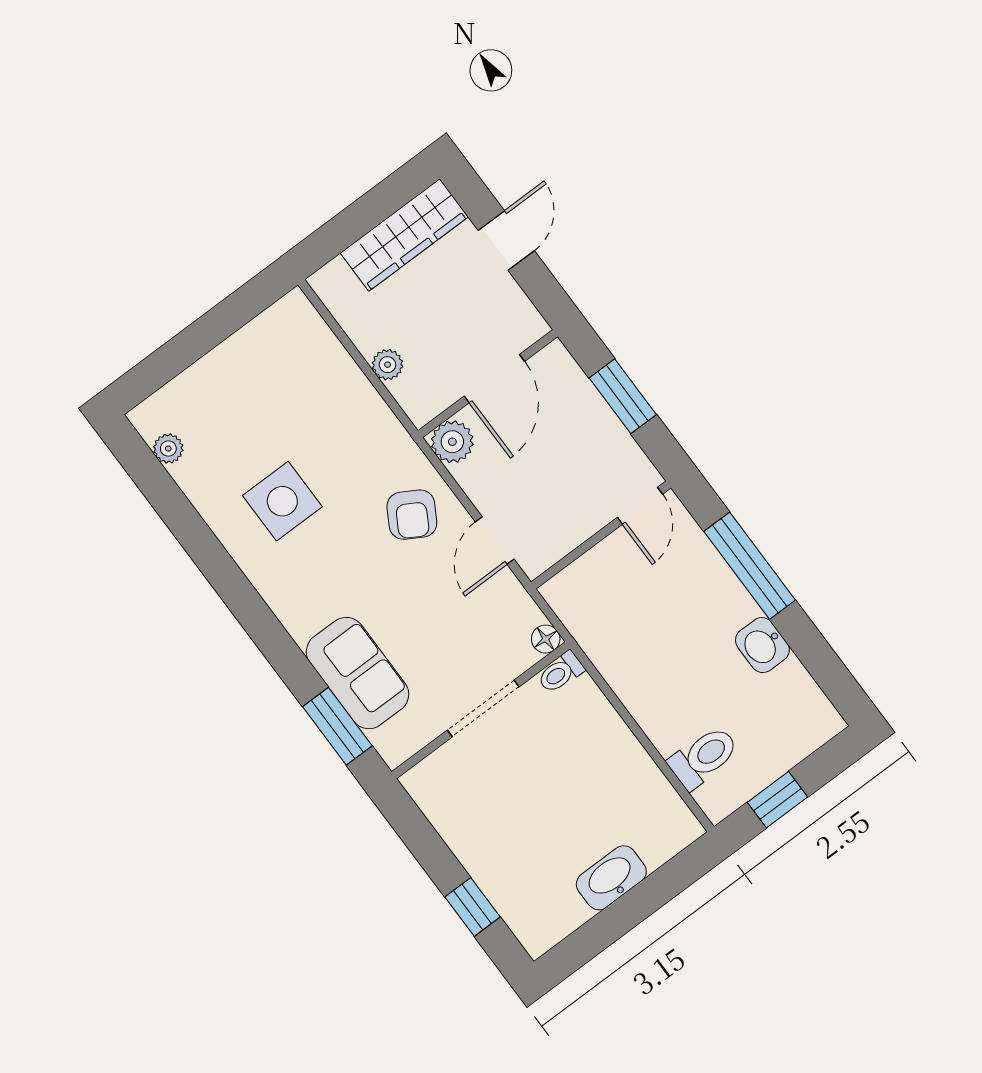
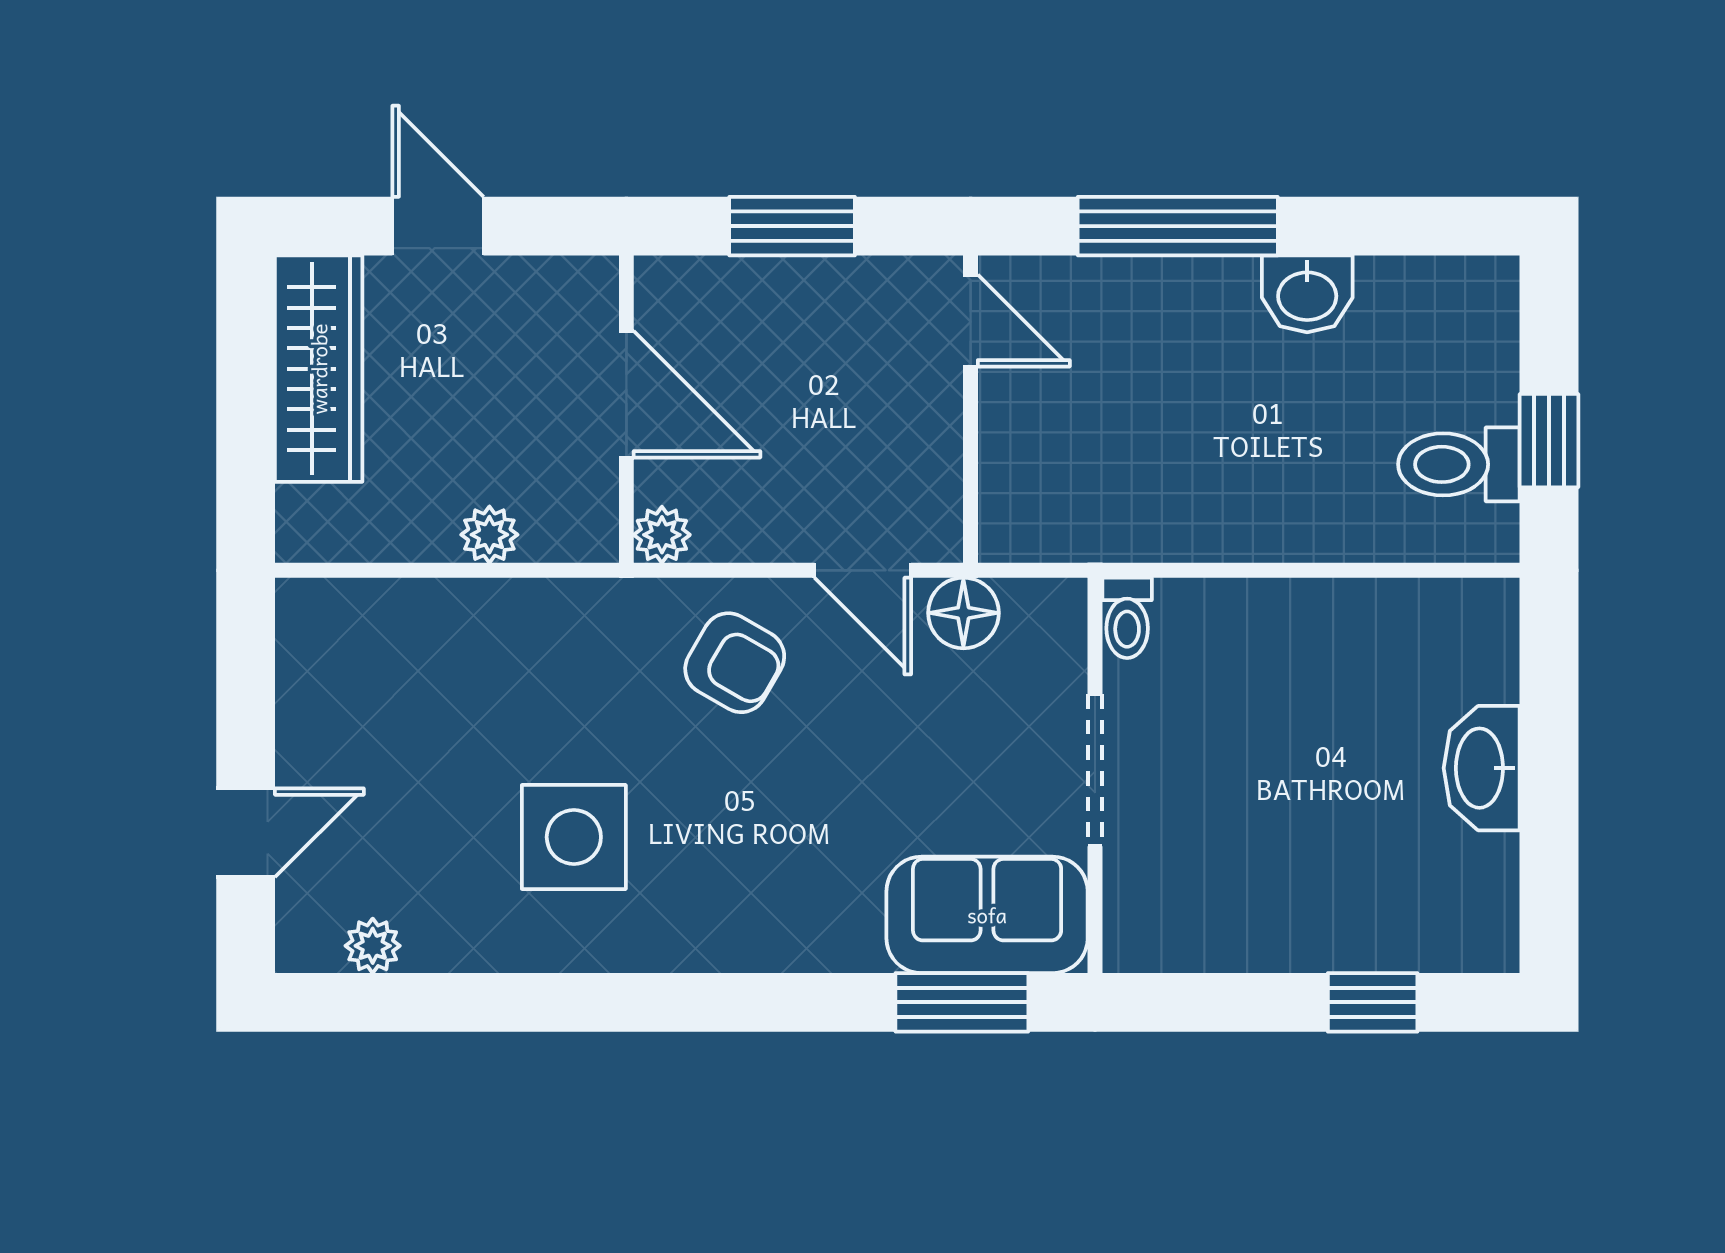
door: (176, 355) -> (246, 833), added
plant: (452, 442) -> (662, 535), width x0.73, depth x0.73
floor lamp: (546, 639) -> (963, 613), moved, width x1.37, depth x1.37
sofa: (357, 673) -> (987, 915), moved
toilet: (704, 757) -> (1459, 464), moved, turned -90

